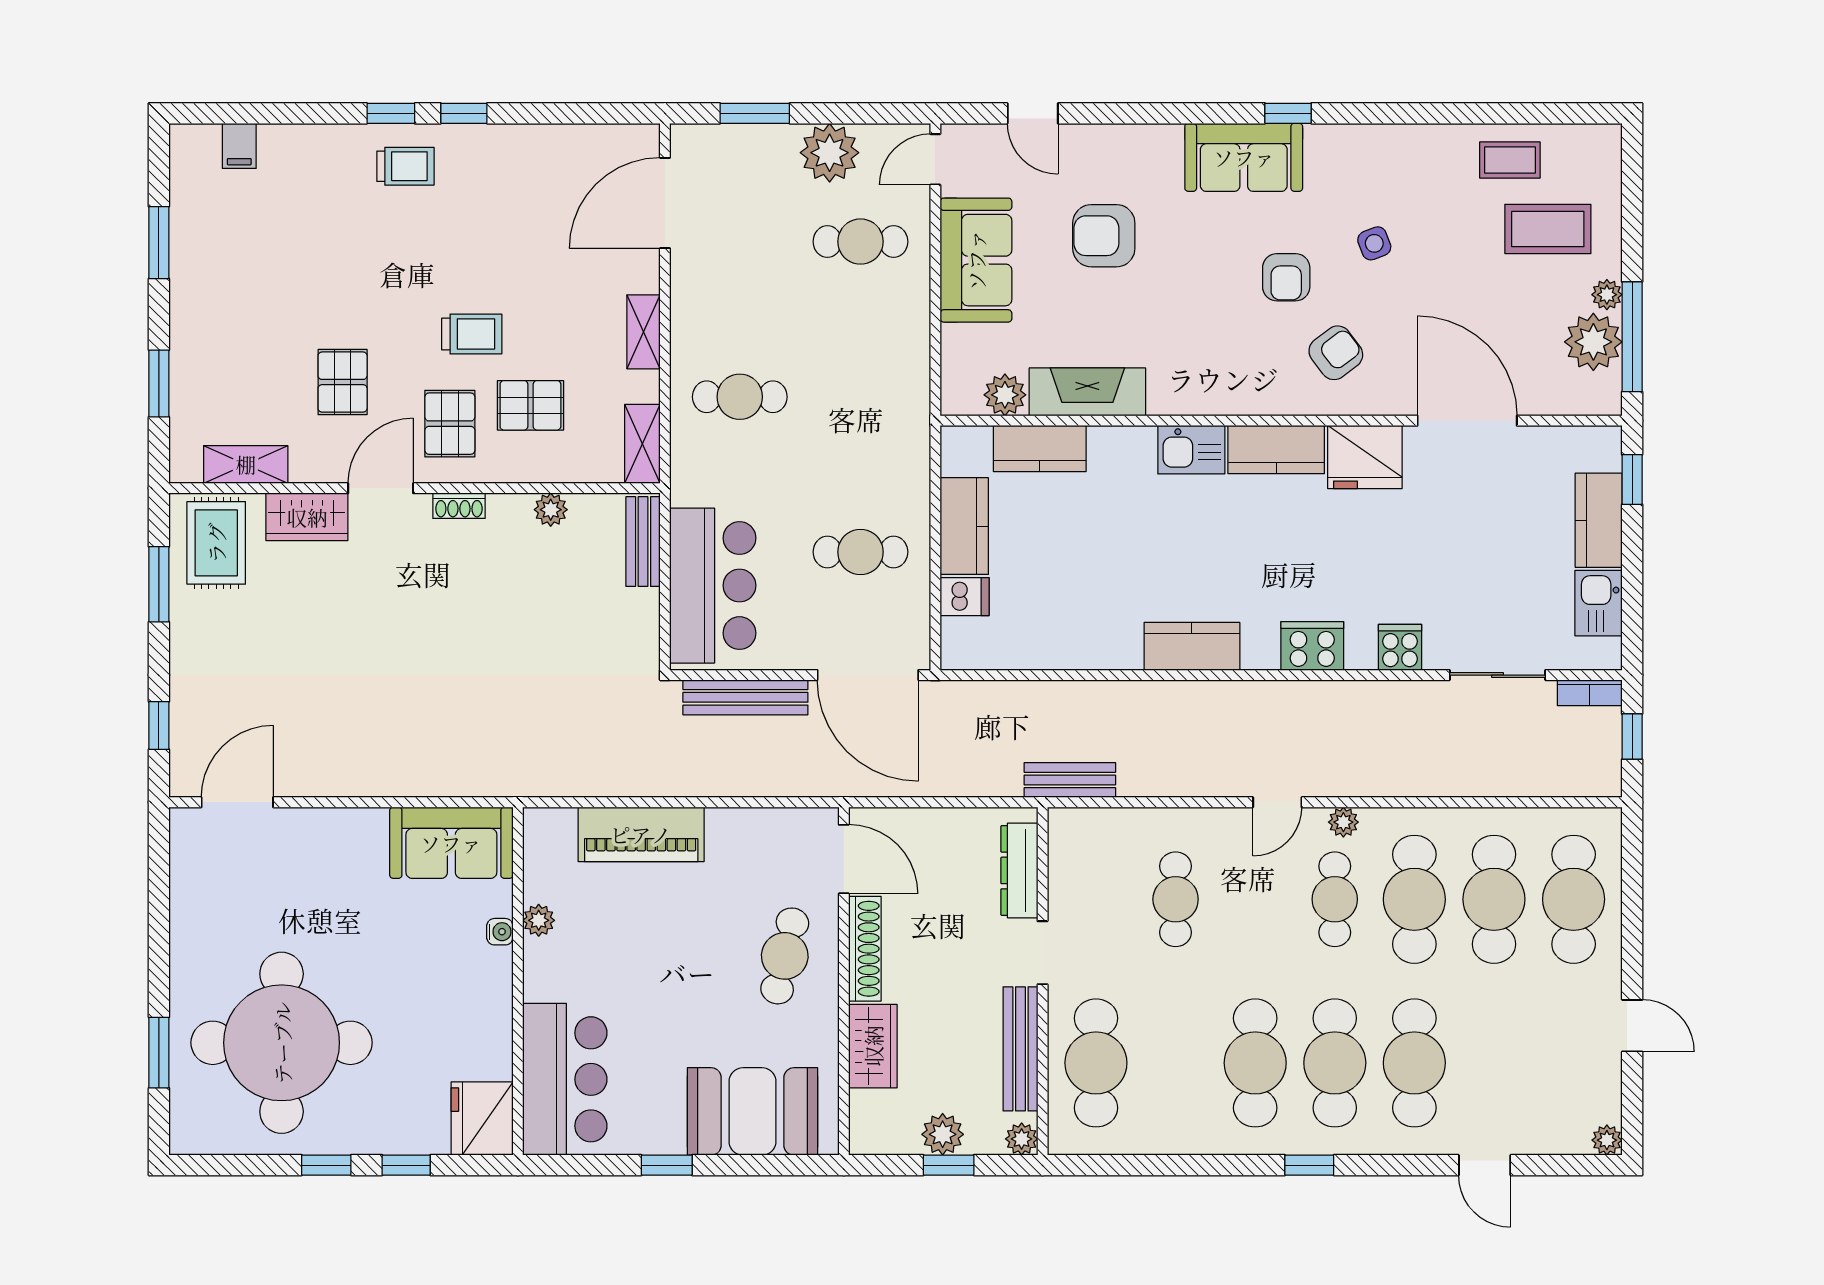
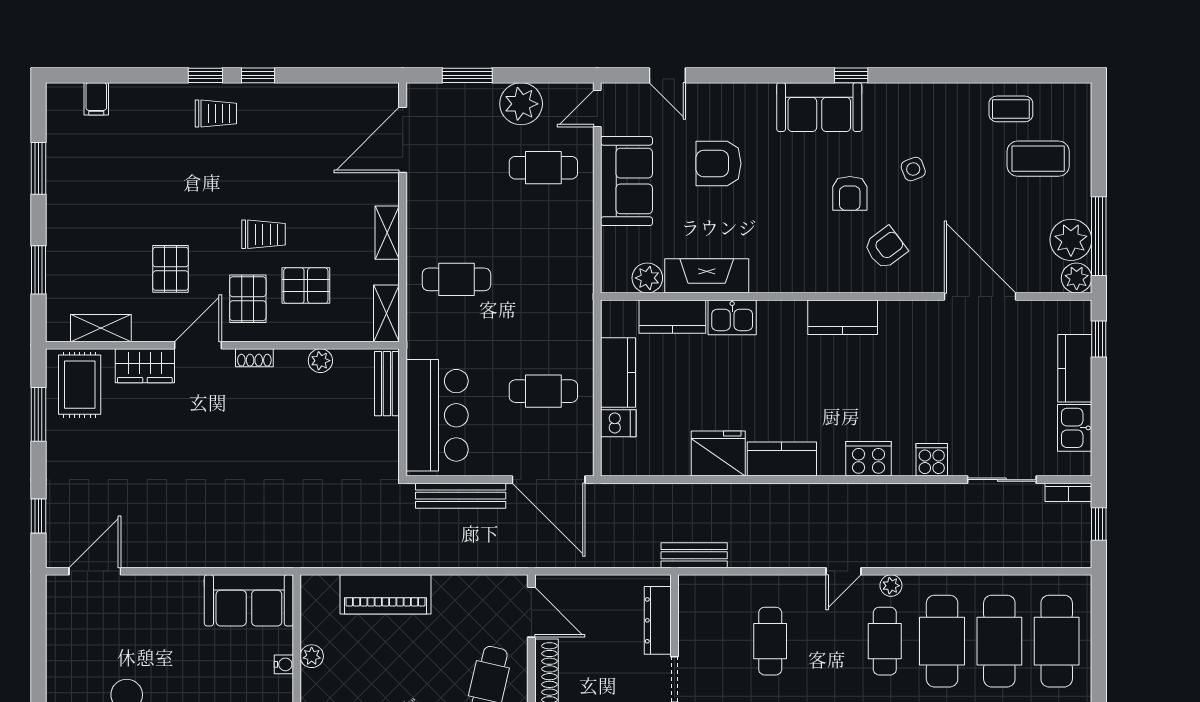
plant: (1607, 295) -> (1077, 278), moved, width x1.38, depth x1.38
kitchen sink: (1191, 450) -> (732, 317), moved
fridge: (1365, 457) -> (718, 454), moved, turned 180

